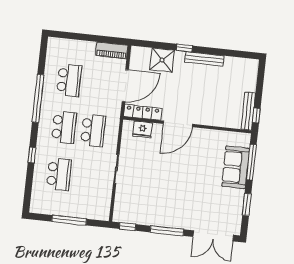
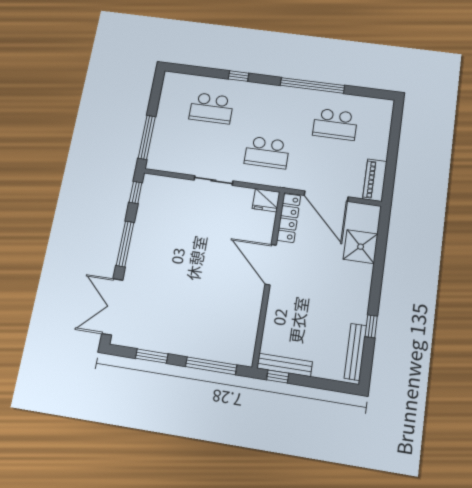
window: (184, 48) -> (371, 326), moved
bench: (204, 59) -> (355, 352), moved
school desk: (64, 127) -> (273, 116), removed
fridge: (143, 129) -> (266, 200), moved, turned -90
sofa: (236, 167) -> (205, 343), removed
window: (69, 220) -> (147, 137), moved

